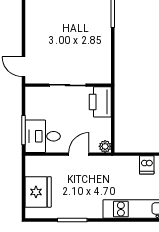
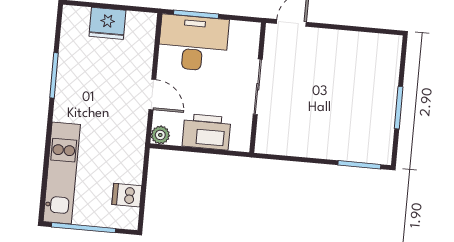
printer: (100, 102) -> (206, 132), moved
desk: (43, 136) -> (193, 43), width x1.37
fridge: (38, 192) -> (107, 23), width x0.73, depth x0.75

